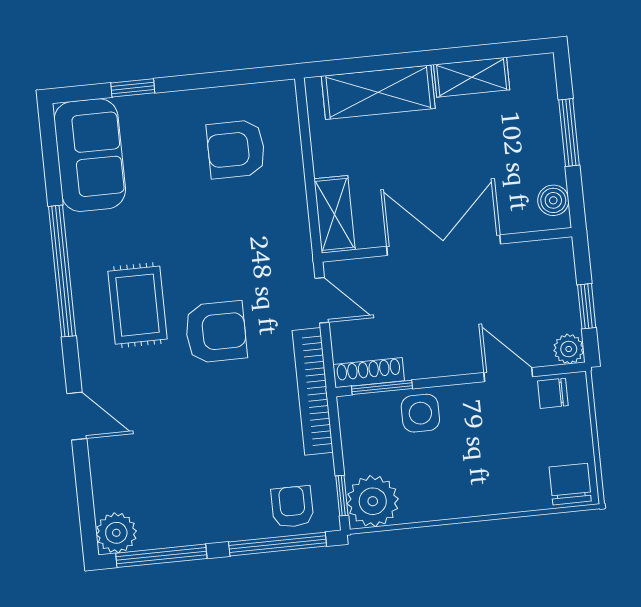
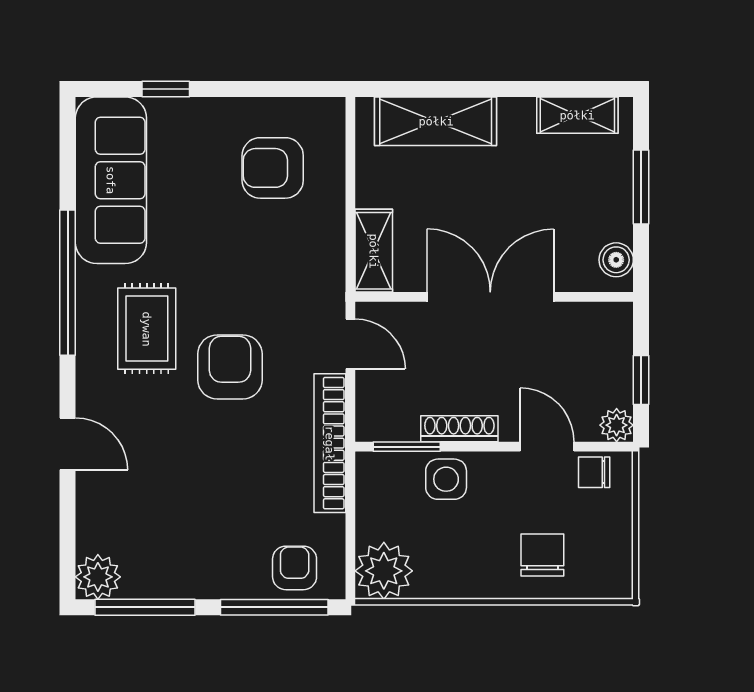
shelving: (472, 77) -> (577, 115), moved
sofa: (90, 155) -> (111, 180), width x1.36
armchair: (216, 332) -> (230, 367), turned -90
shoe rack: (369, 373) -> (459, 429), moved
chair: (570, 484) -> (542, 555), moved
window: (342, 496) -> (350, 561), removed

